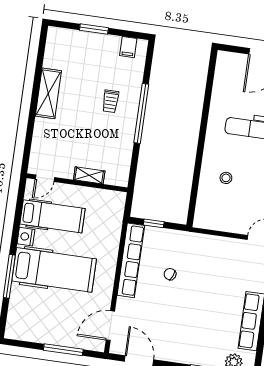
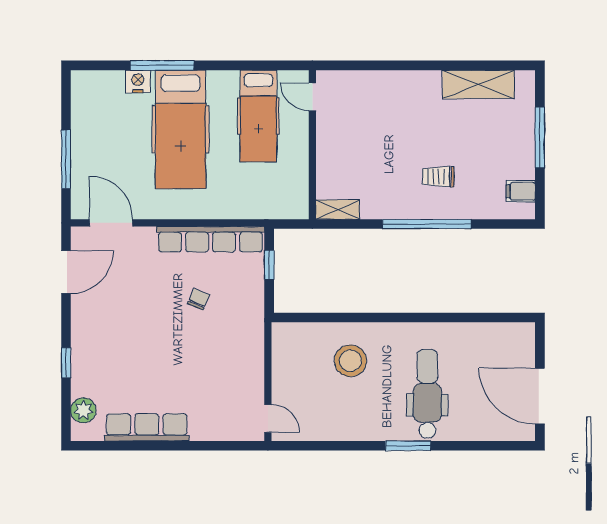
window: (94, 29) -> (540, 137), width x1.44
shelving: (48, 93) -> (478, 84), moved
shelving: (89, 175) -> (338, 210), moved, turned 90
stool: (226, 178) -> (350, 361), width x1.89, depth x1.89
nightstand: (26, 237) -> (138, 81), moved

